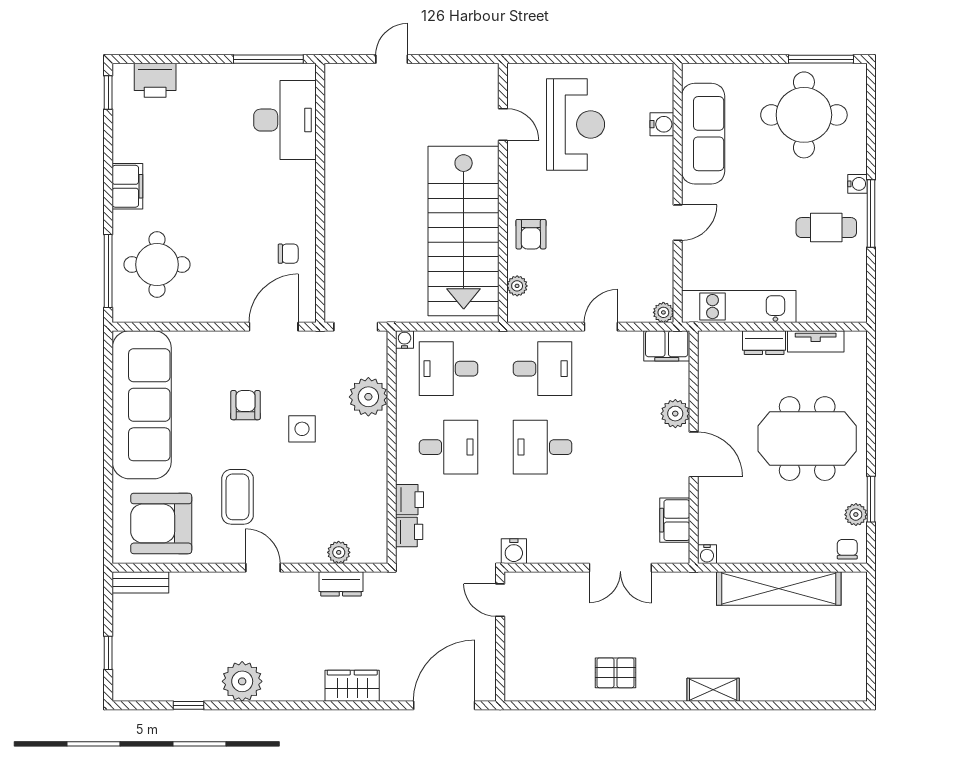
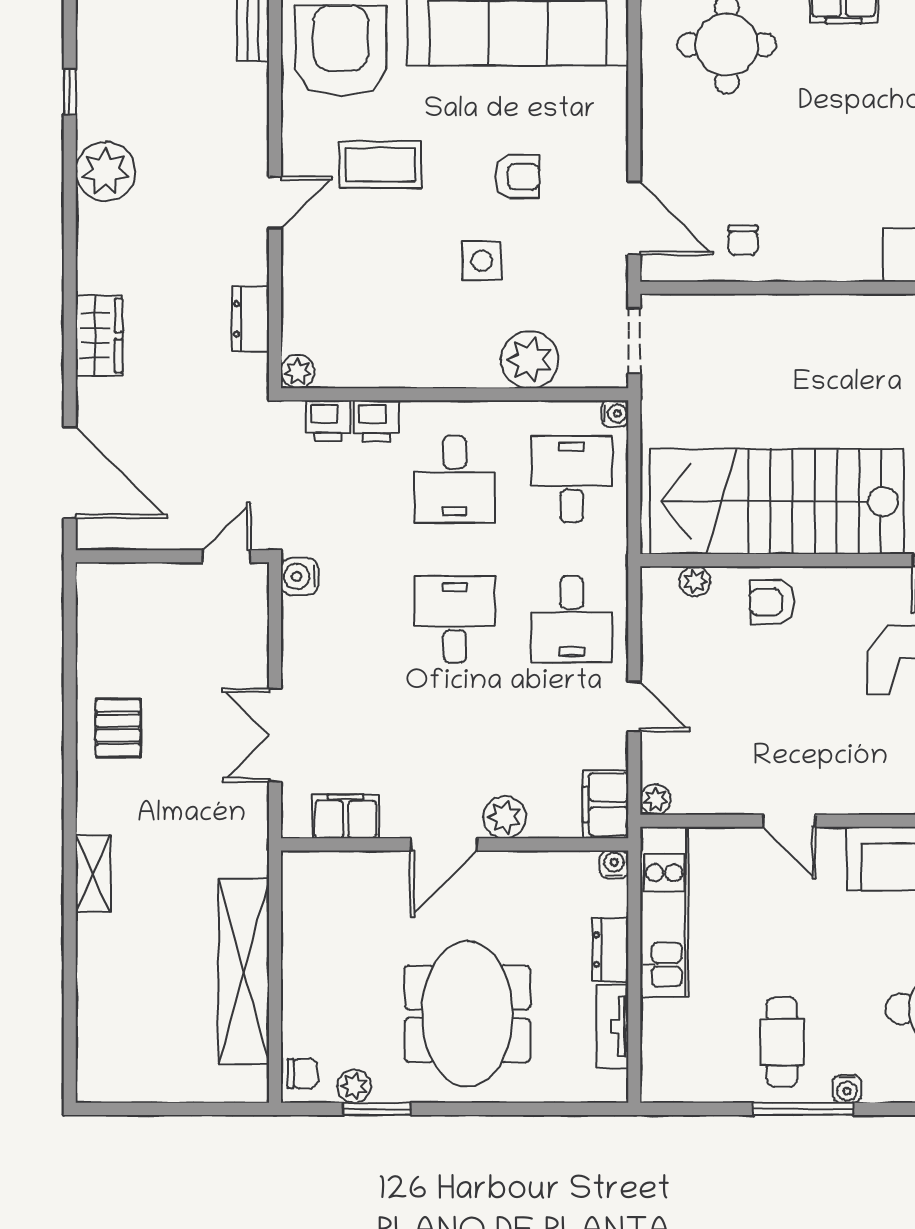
plant: (339, 552) -> (298, 372), moved
water cooler: (707, 554) -> (614, 864), moved, turned 90

